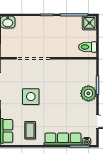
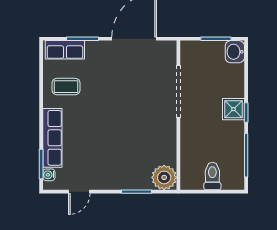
shower: (89, 23) -> (234, 109), moved
toilet: (87, 47) -> (212, 176), moved
plant: (88, 93) -> (164, 177), moved
side table: (31, 97) -> (119, 88), removed

